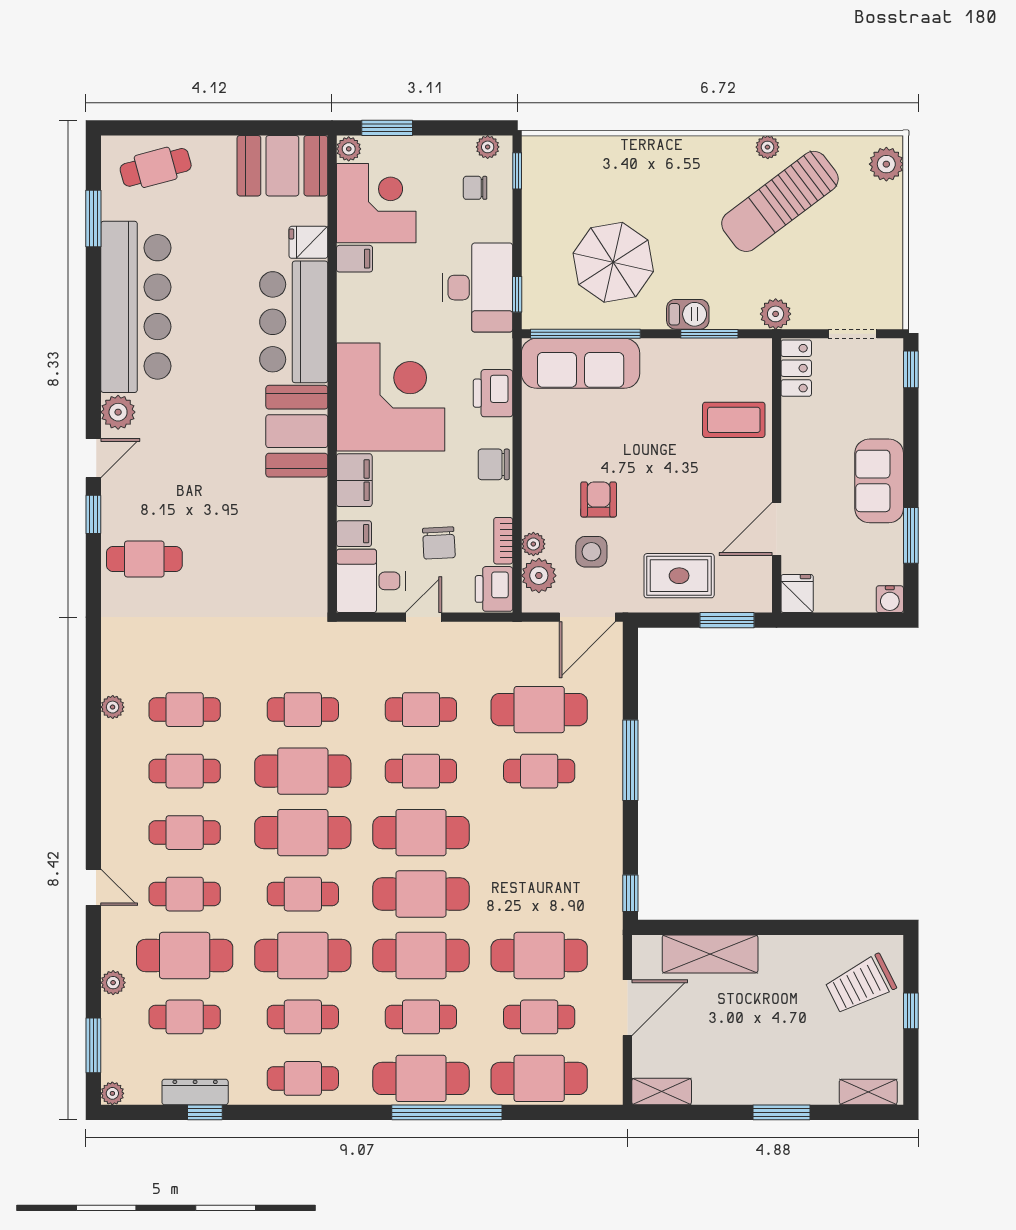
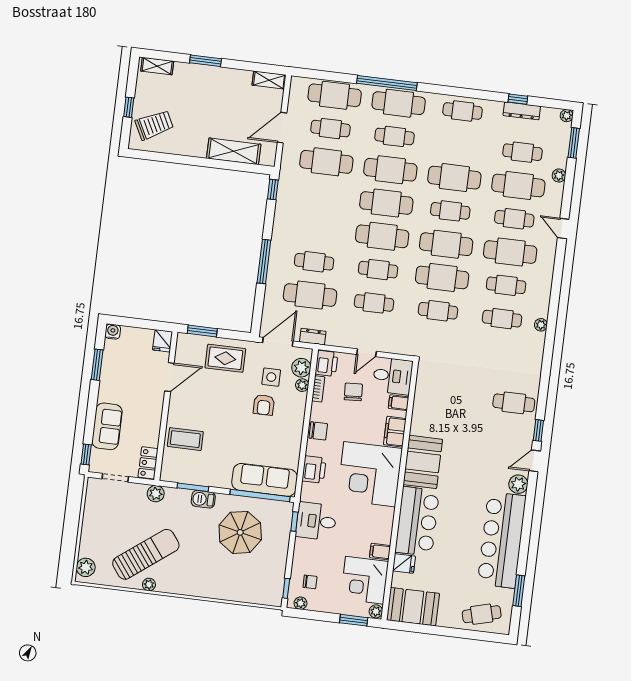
desk: (478, 288) -> (316, 521), width x0.73
sofa: (879, 481) -> (107, 426), moved
dresser: (525, 635) -> (313, 337), added
cafe table: (185, 833) -> (510, 252), width x1.37, depth x1.35
cafe table: (303, 1017) -> (458, 144), removed

